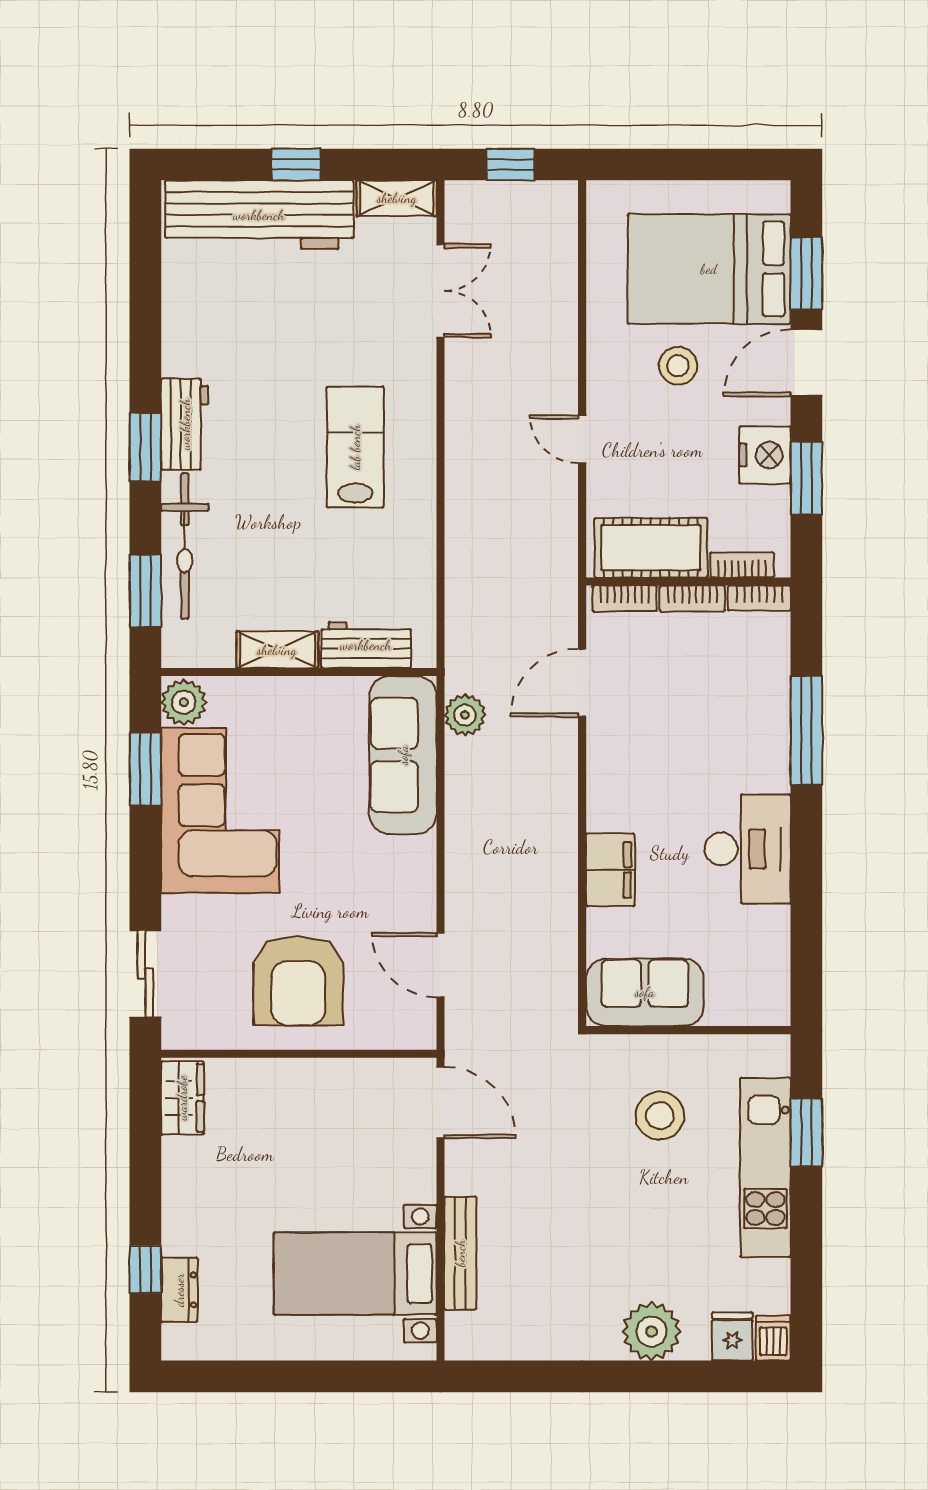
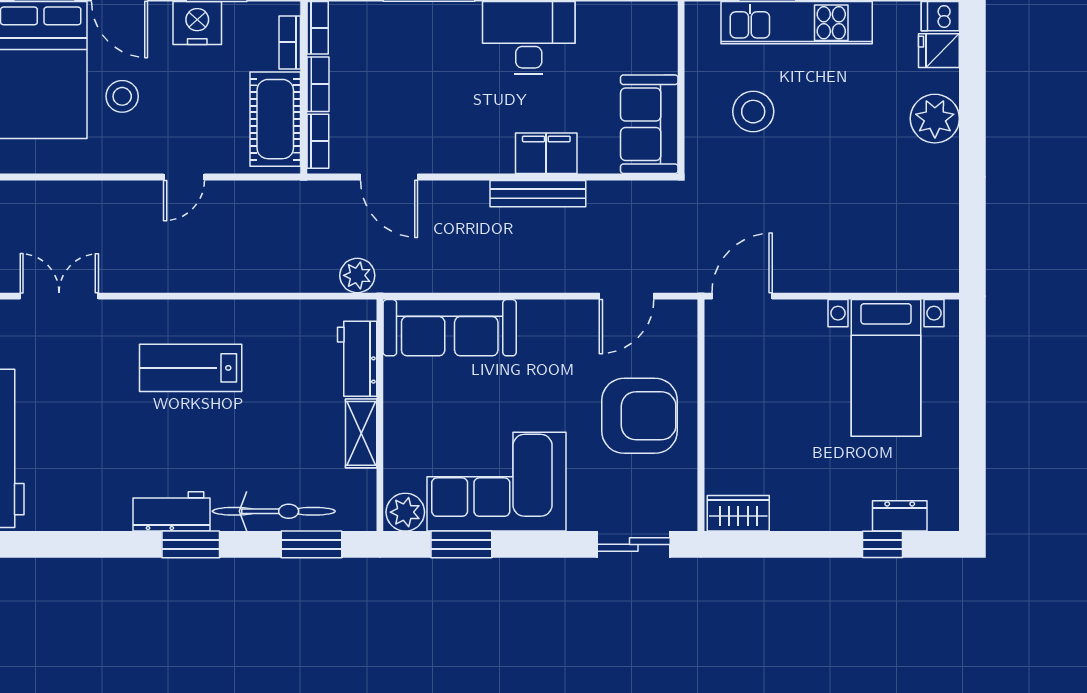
plant: (465, 715) -> (357, 275), moved
bench: (460, 1253) -> (538, 194), moved

